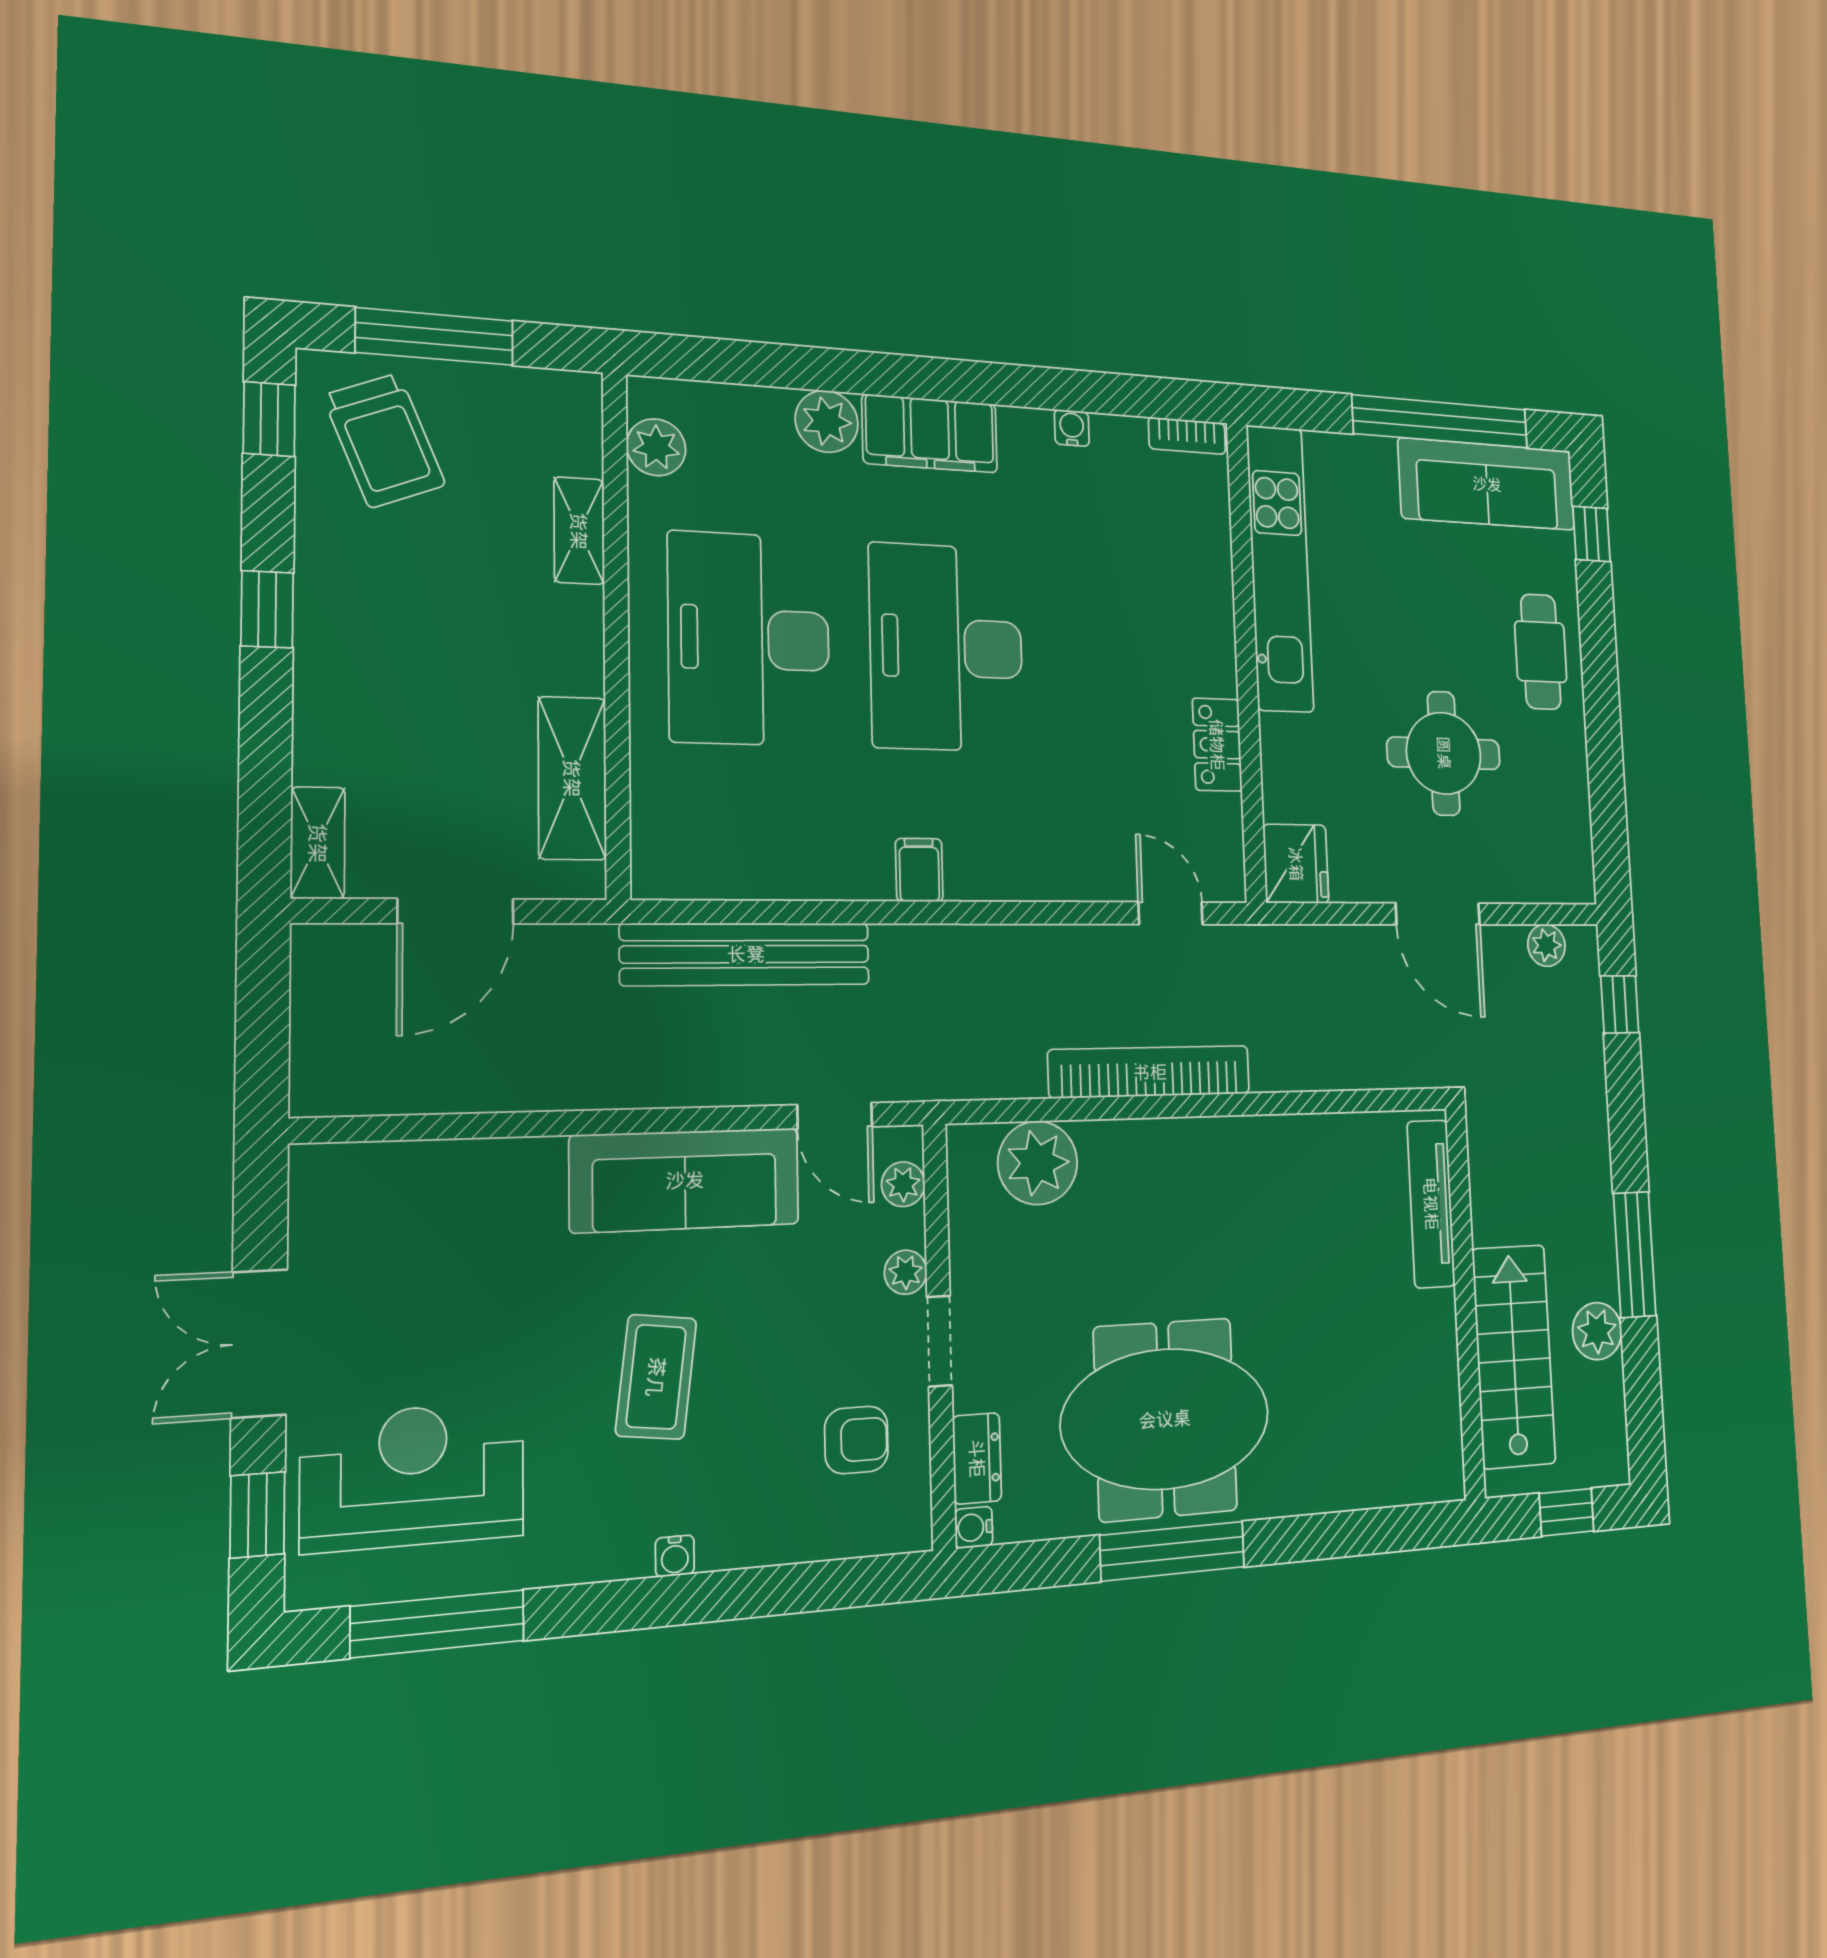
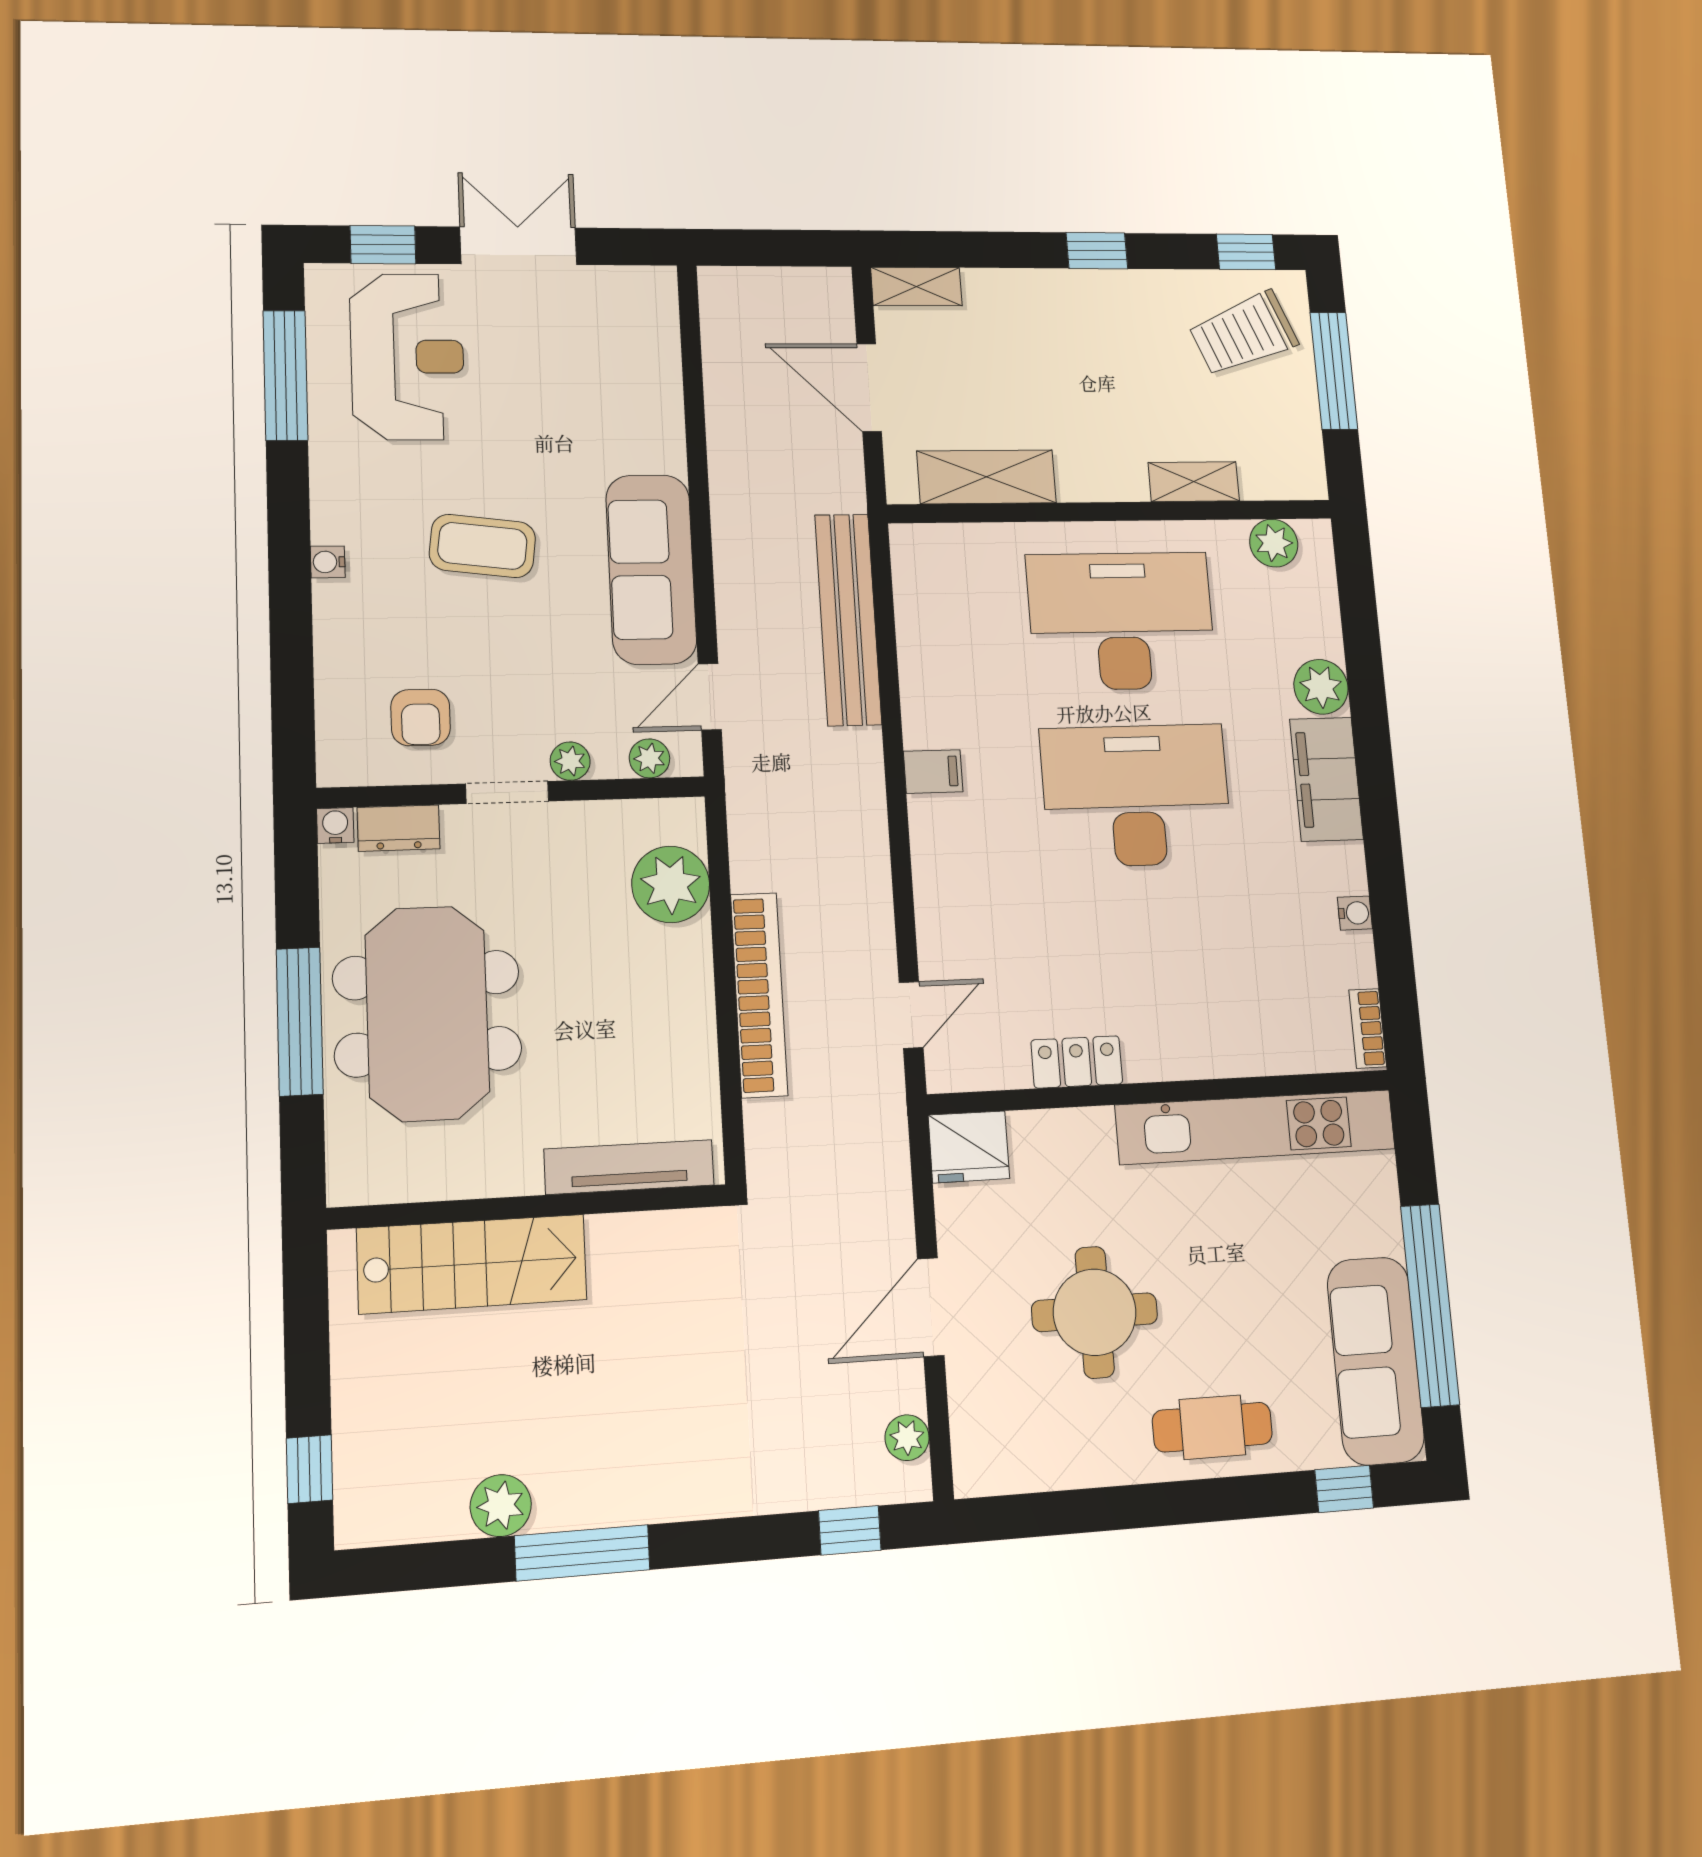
tv unit: (1431, 1204) -> (629, 1167), moved
wall: (1465, 1302) -> (529, 1207), moved
stairs: (1514, 1356) -> (472, 1264), moved

